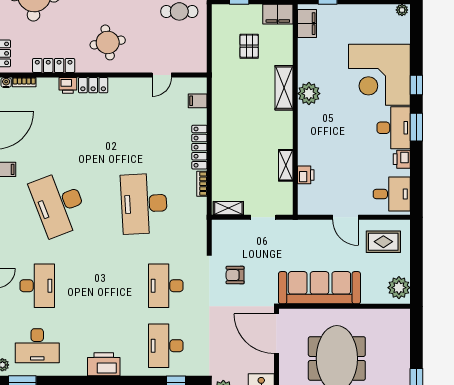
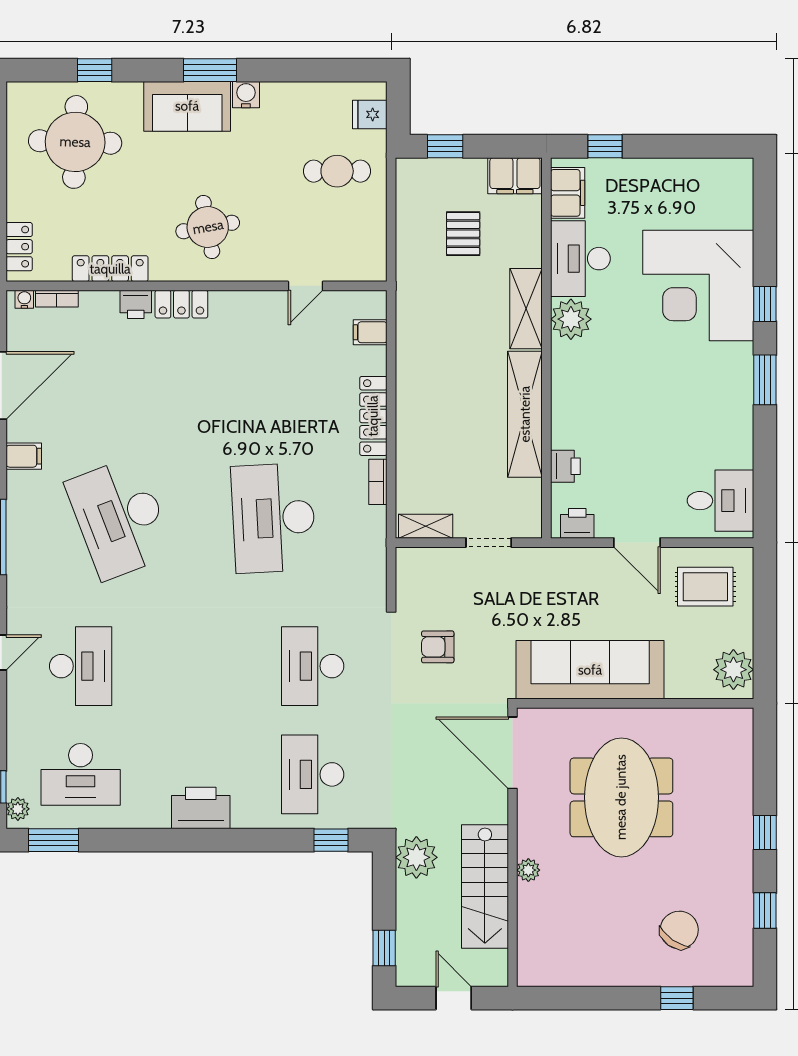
plant: (402, 10) -> (739, 168), removed
desk: (394, 128) -> (580, 259), moved, turned 180
printer: (402, 159) -> (577, 523), moved, turned 90
shelving: (286, 165) -> (525, 414), width x2.20, depth x1.33

